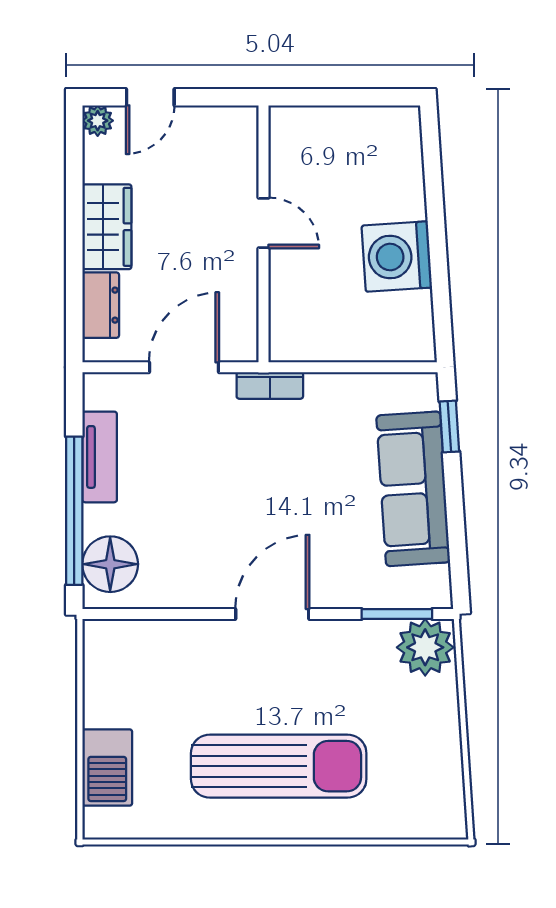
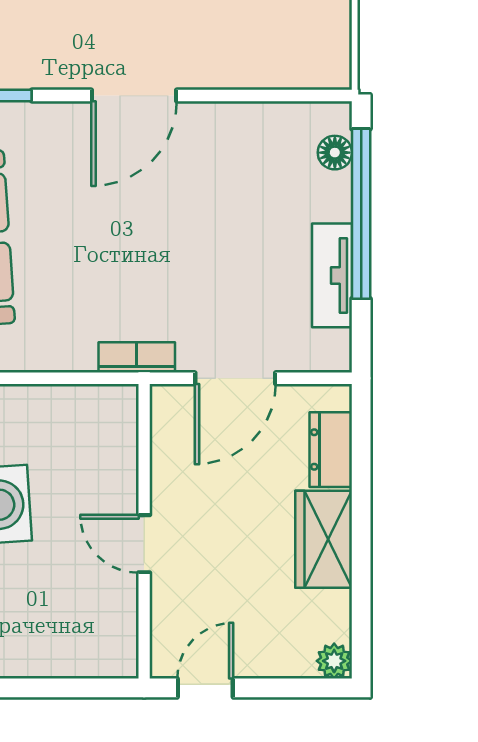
door: (150, 97) -> (205, 688), moved
floor lamp: (110, 564) -> (335, 153), width x0.53, depth x0.53

